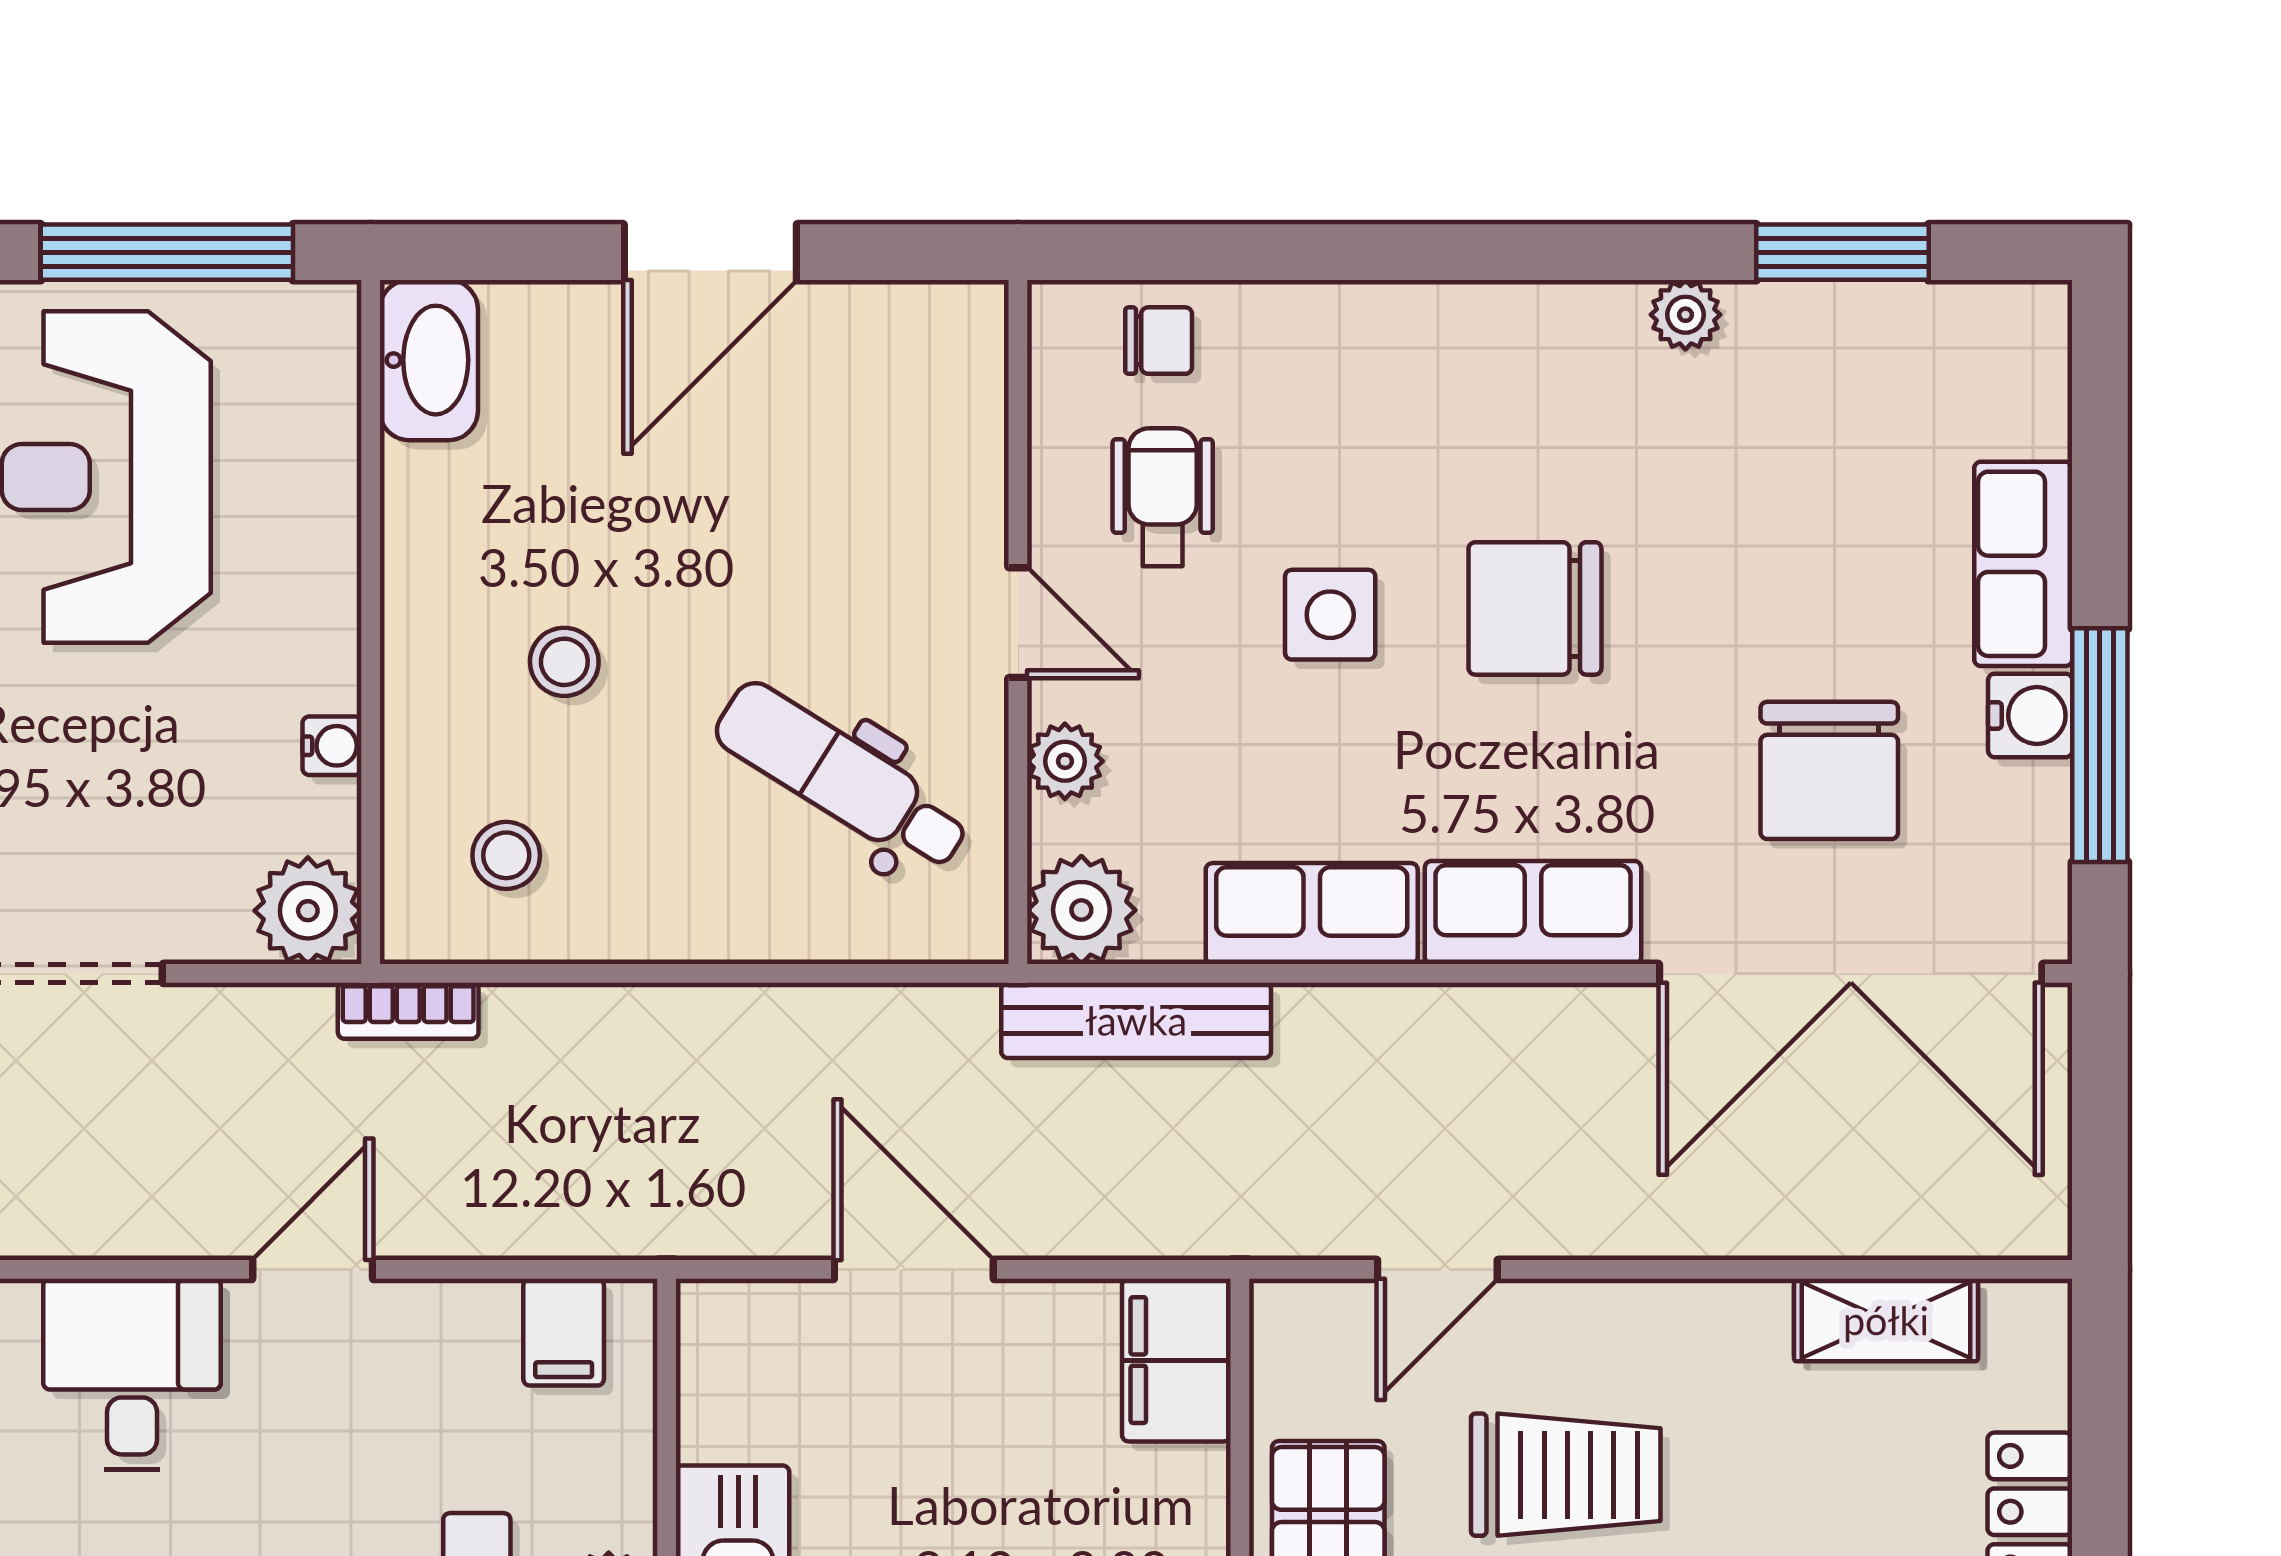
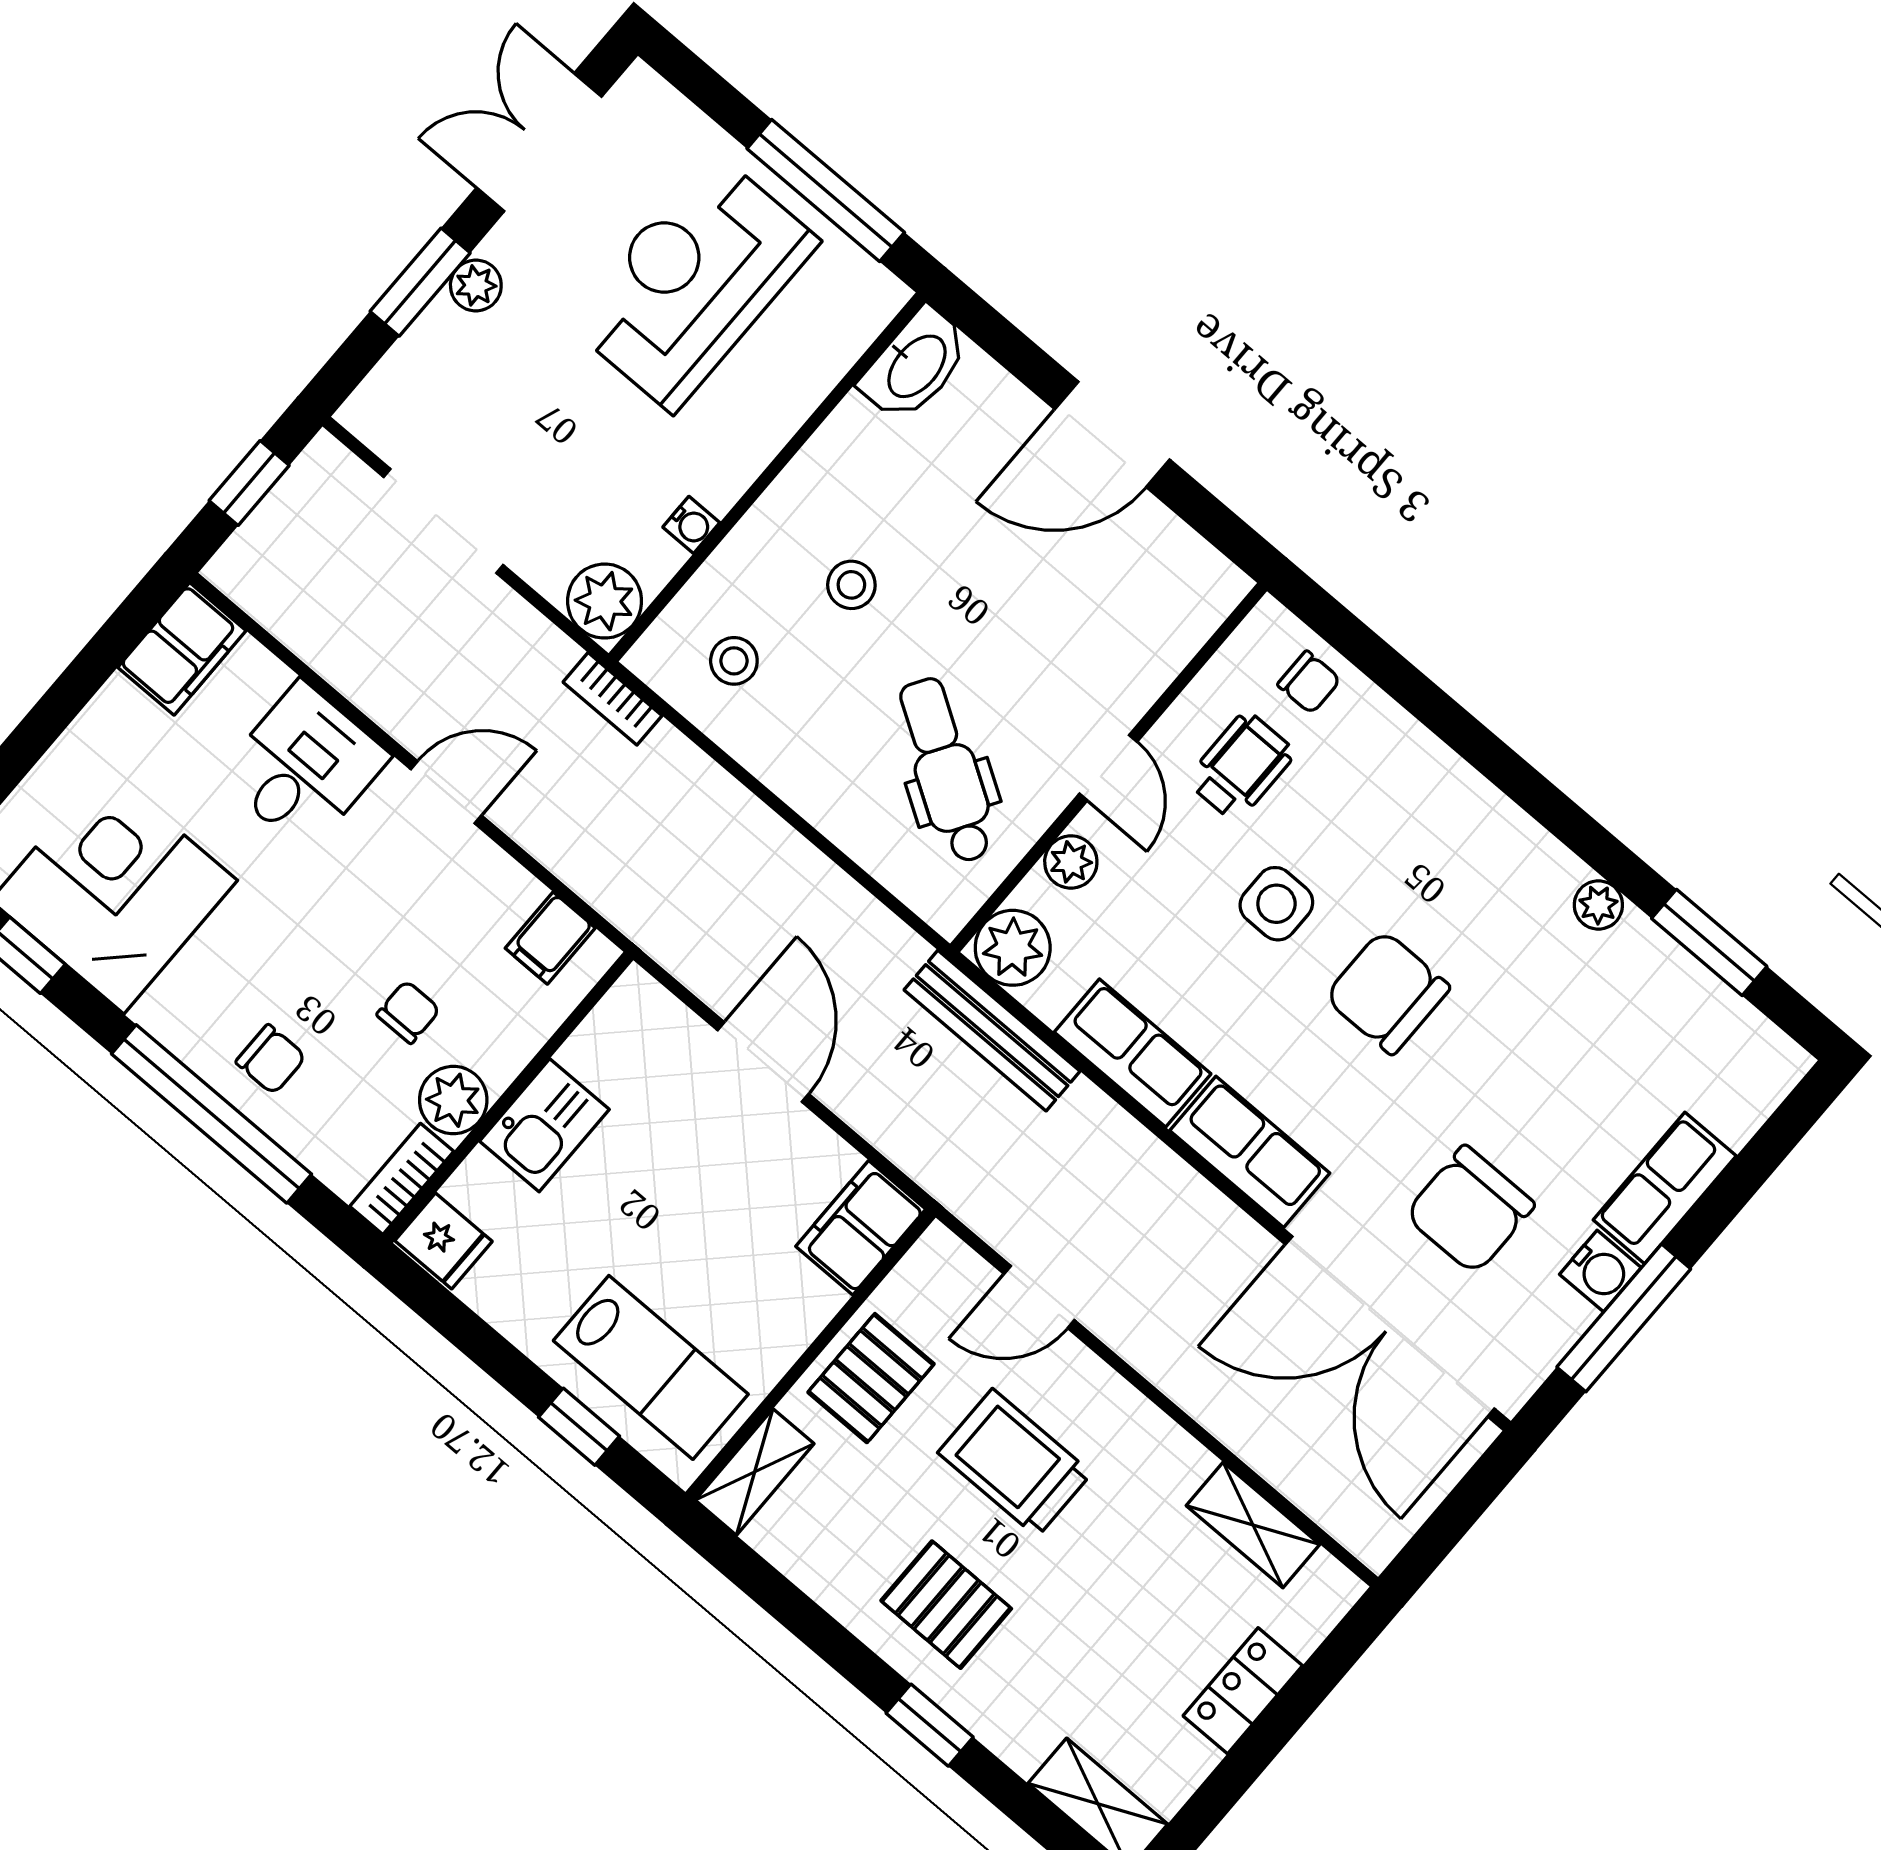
trolley: (1566, 1475) -> (1015, 1463), turned 180

